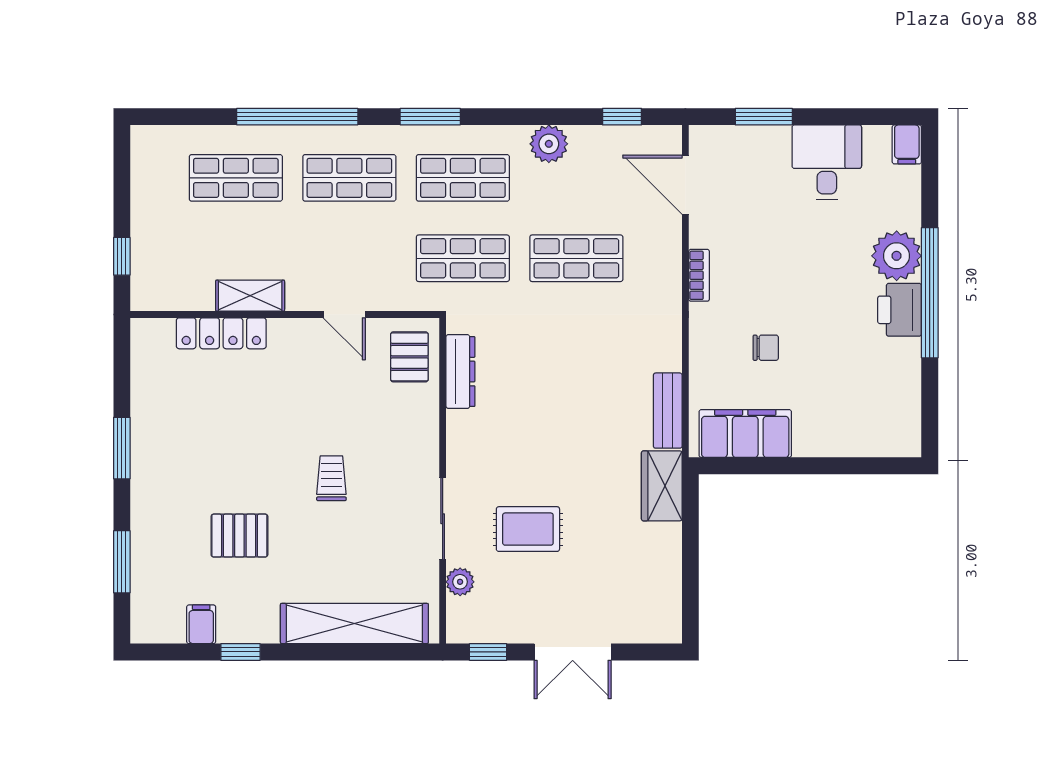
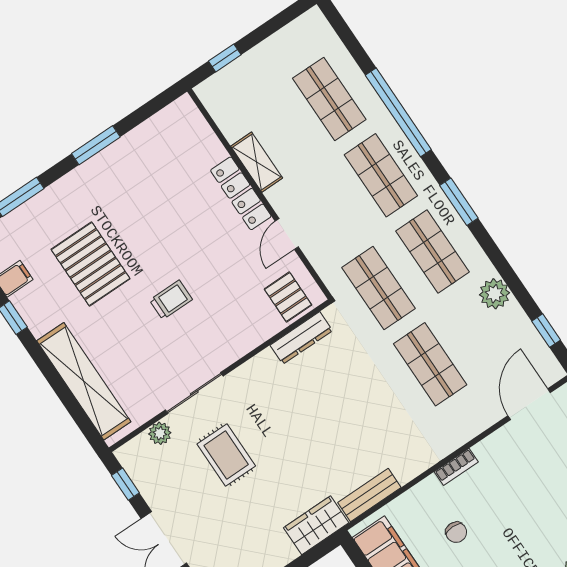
bookcase: (699, 275) -> (456, 467), moved
locker: (221, 333) -> (241, 193), moved
pallet: (409, 357) -> (288, 297), turned 90
pallet: (239, 536) -> (91, 264), width x1.50, depth x1.42

